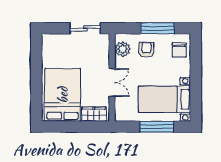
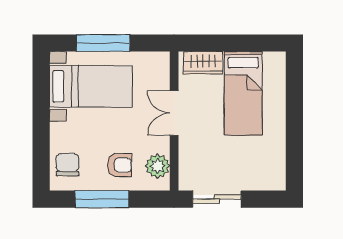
armchair: (146, 50) -> (120, 165), turned -90
bed: (63, 95) -> (243, 93), width x0.67

